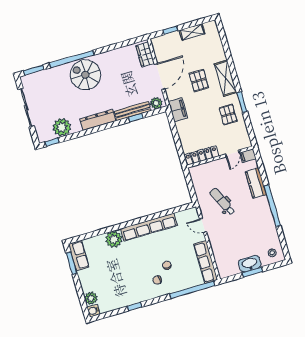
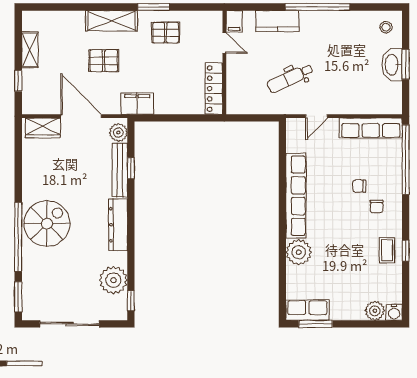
spiral stairs: (85, 75) -> (47, 224), turned 180
coffee table: (131, 295) -> (387, 250), added

